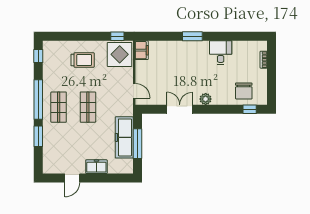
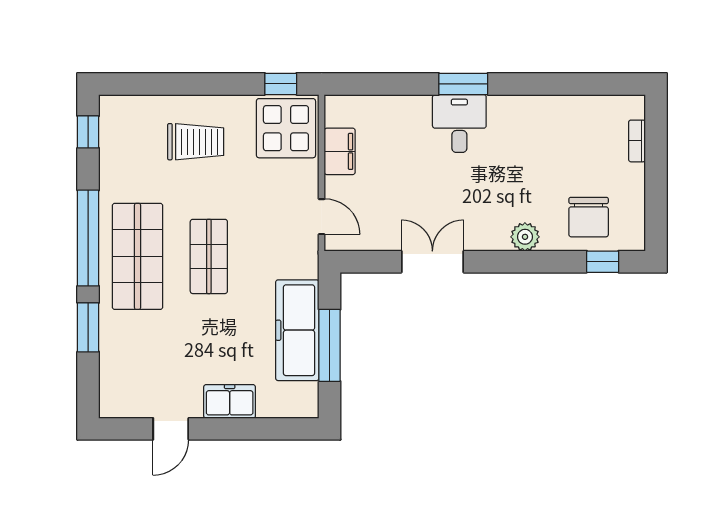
filing cabinet: (142, 50) -> (340, 151), moved
desk: (221, 53) -> (459, 124), moved
plant: (206, 99) -> (525, 237), moved
shop shelf: (59, 107) -> (138, 256), width x1.43, depth x1.36

